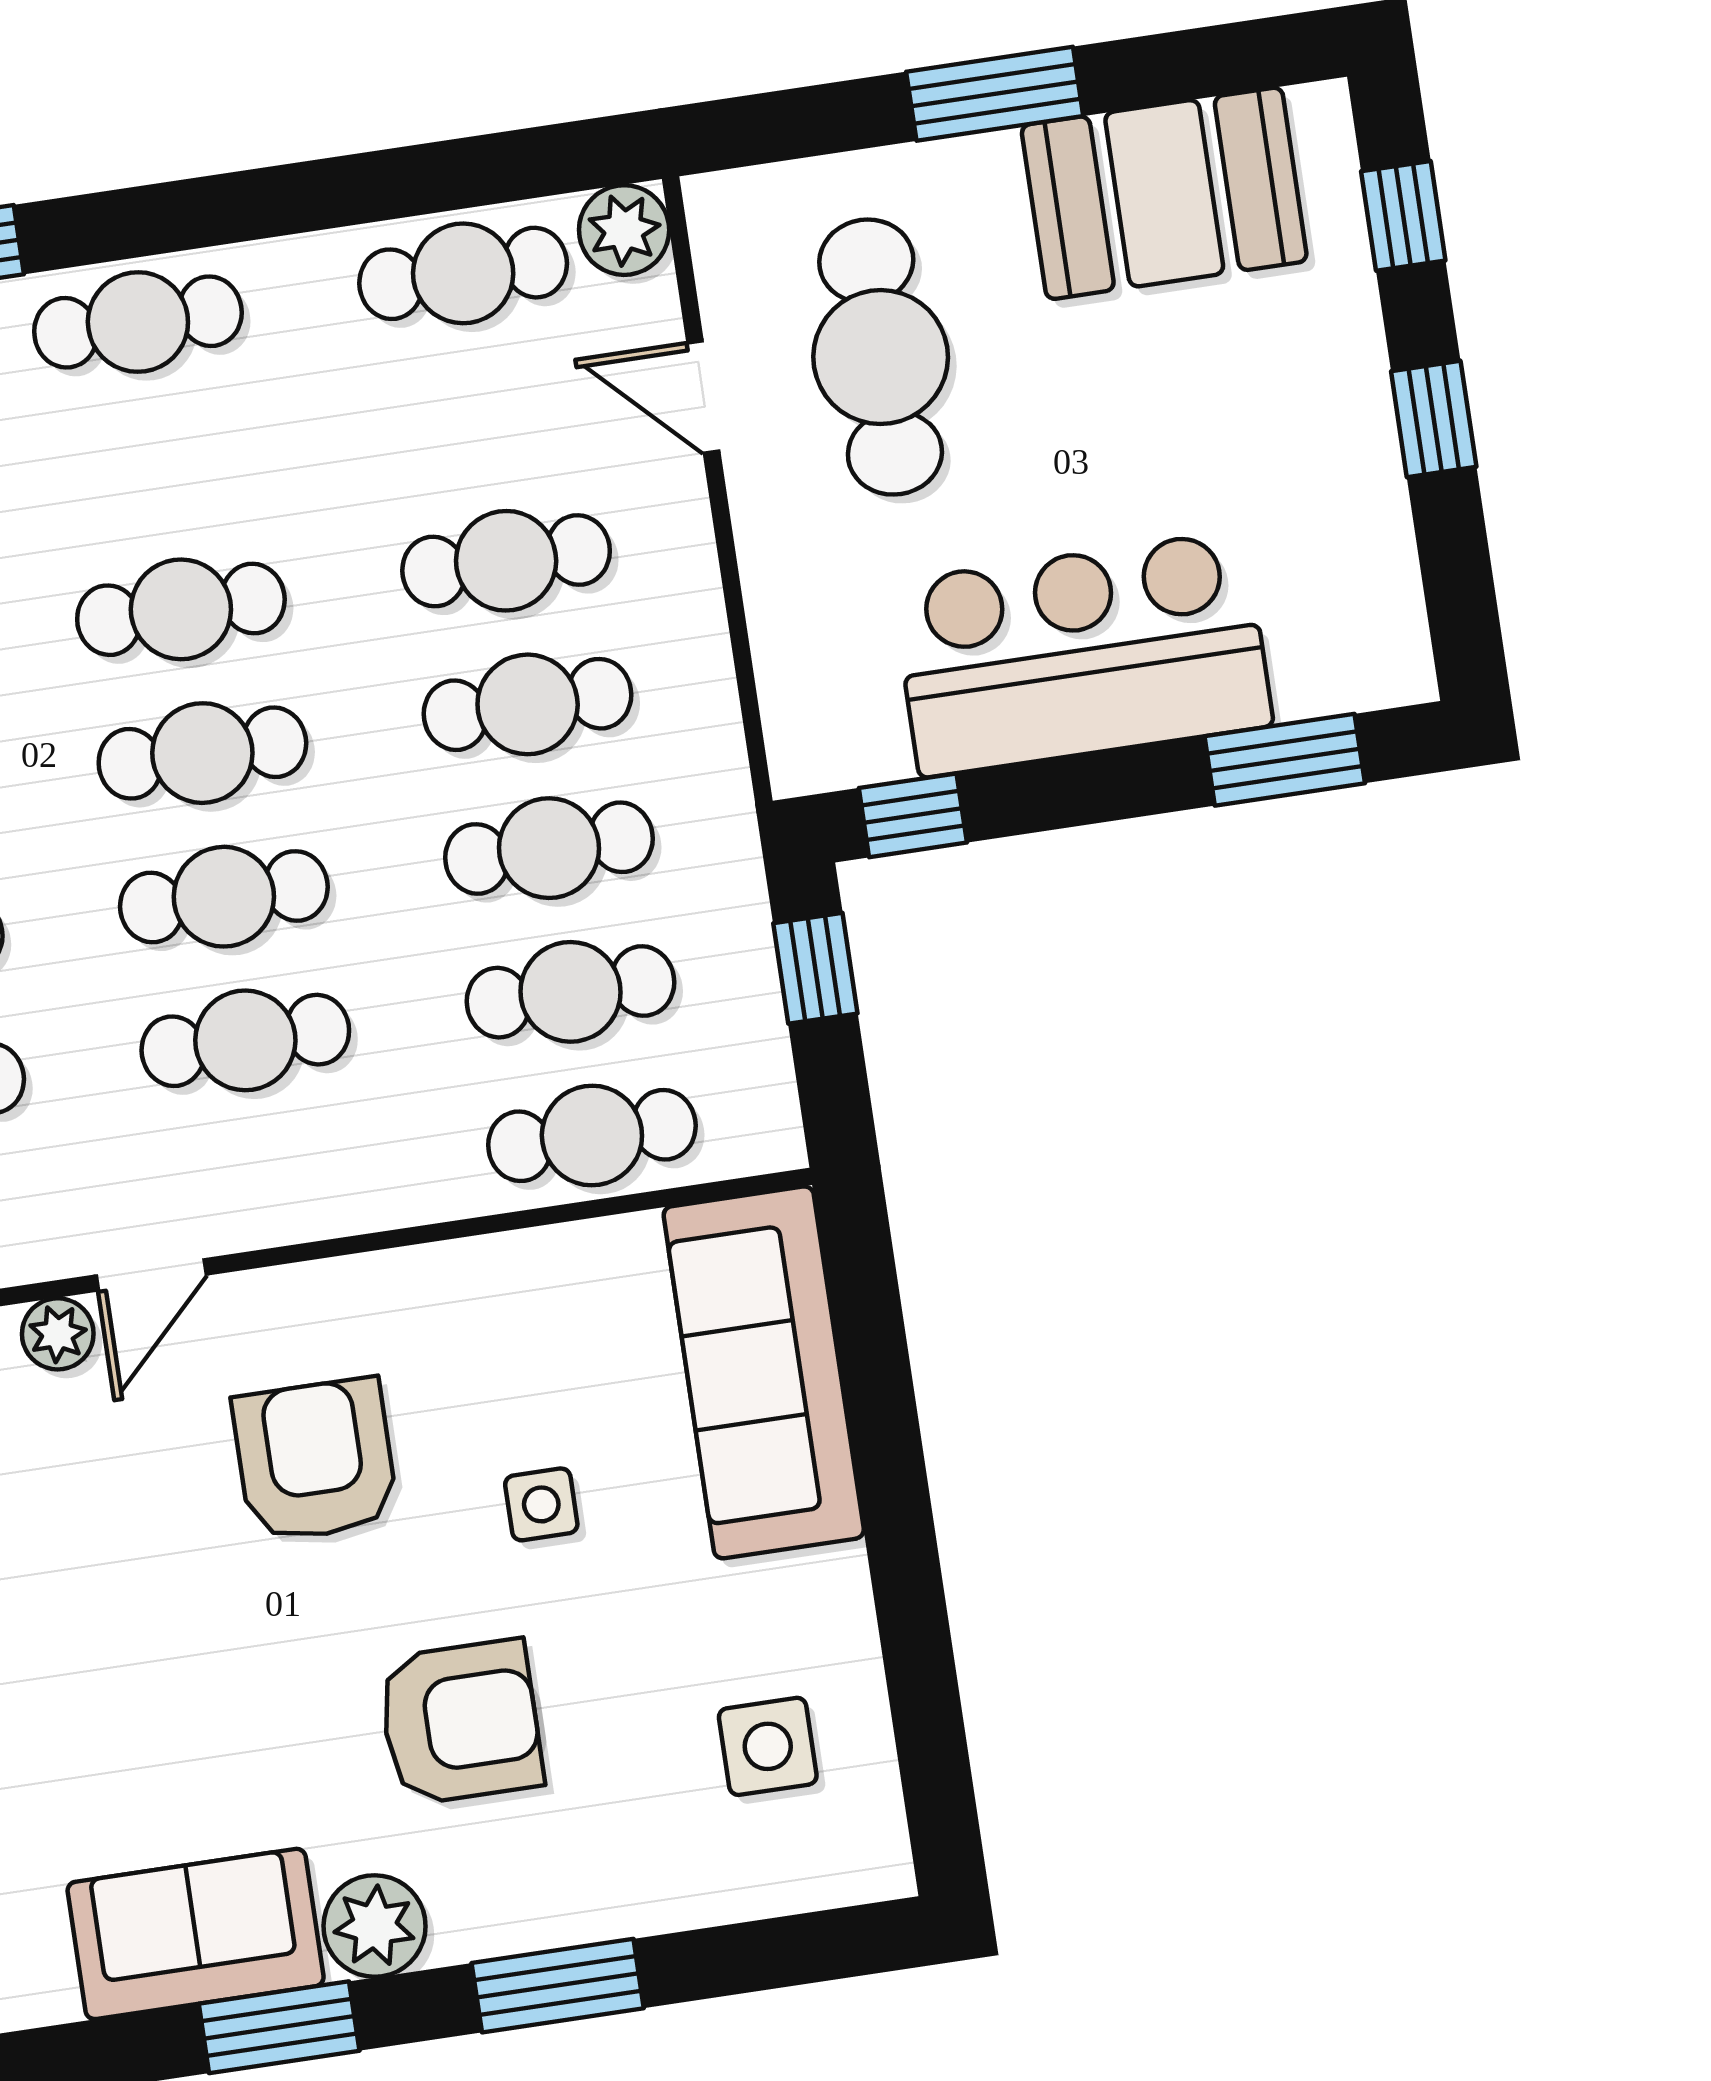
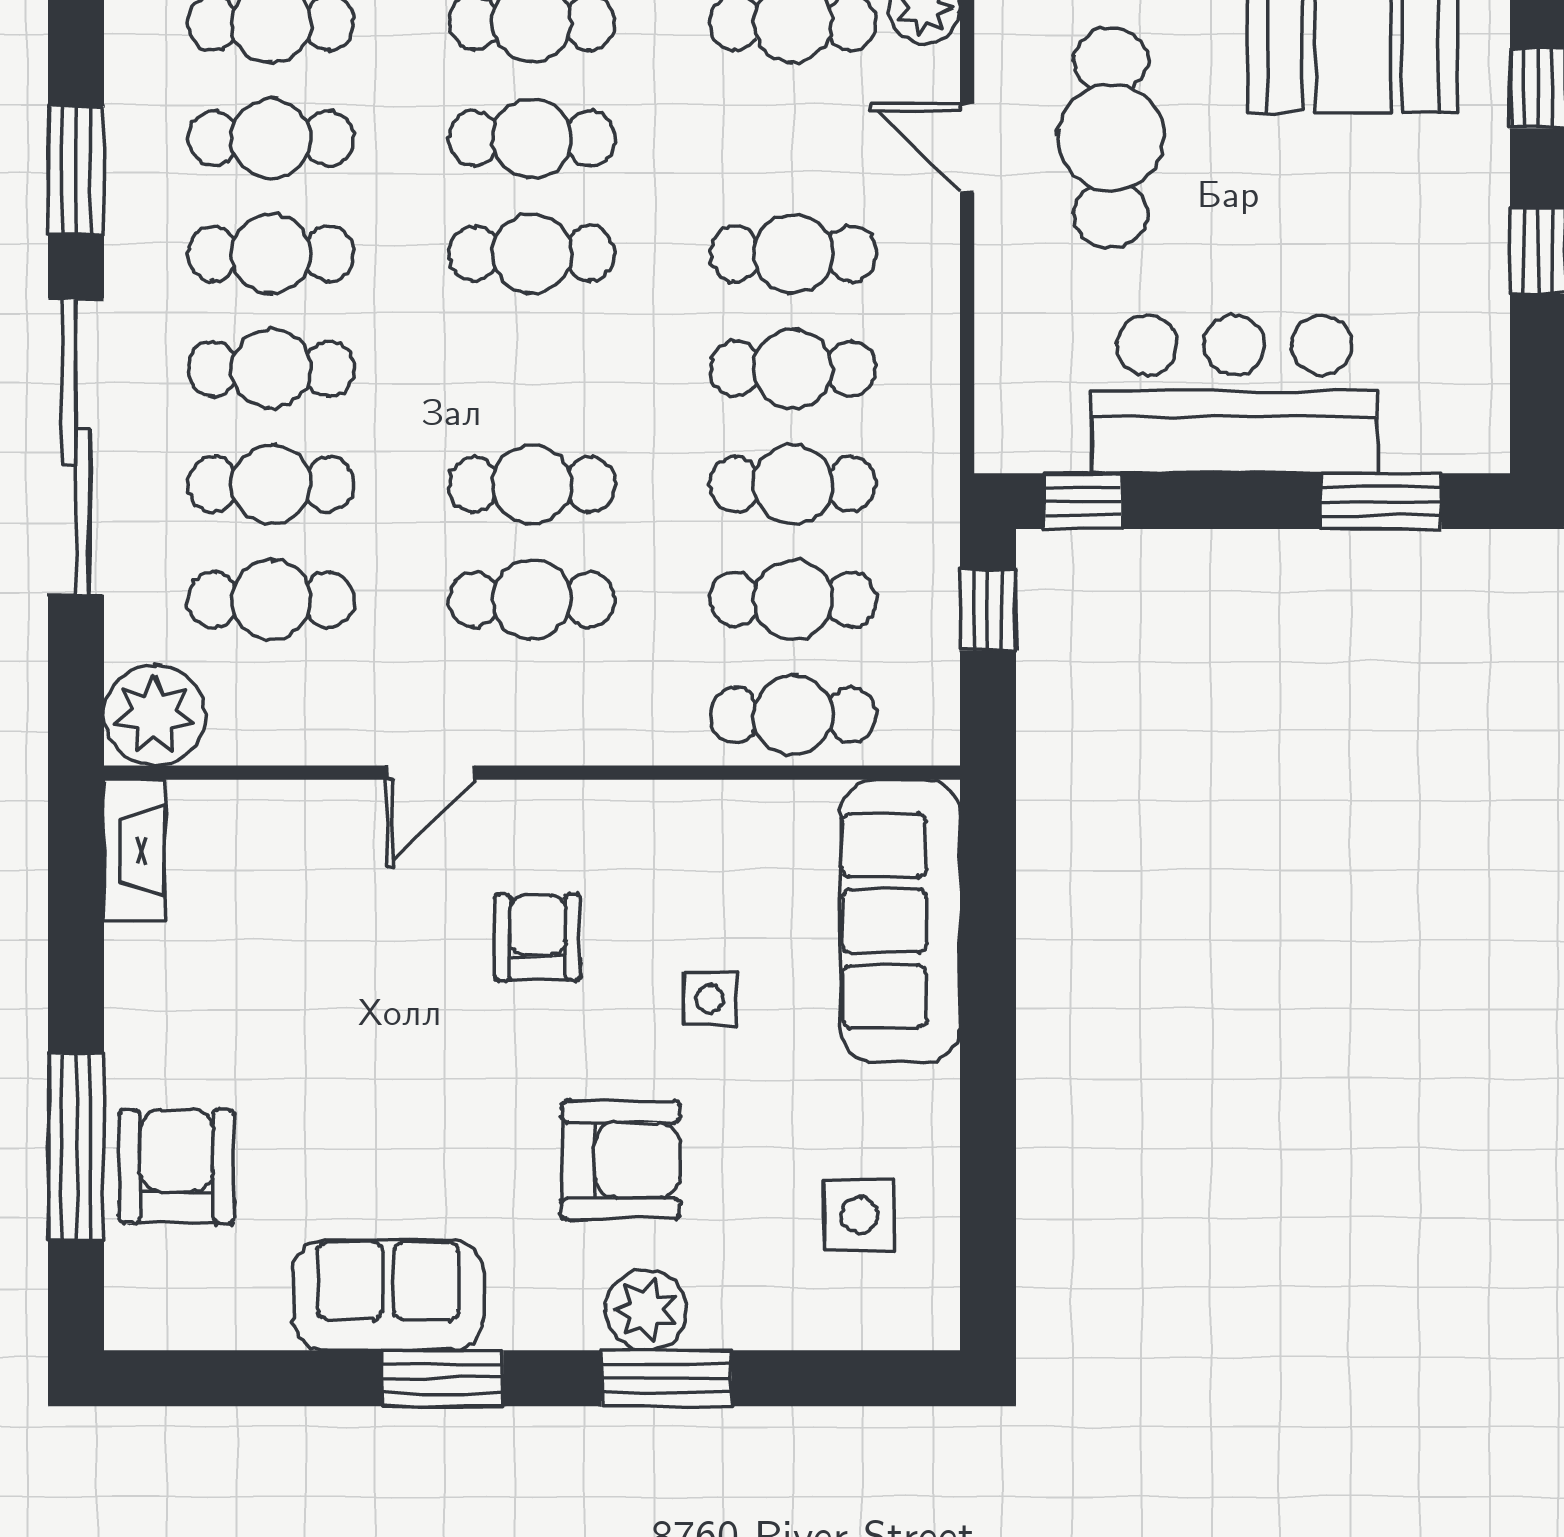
cafe table: (202, 753) -> (532, 138), moved
plant: (58, 1334) -> (350, 808), removed
armchair: (315, 1460) -> (538, 937), width x0.72, depth x0.72
plant: (375, 1926) -> (646, 1310), moved

